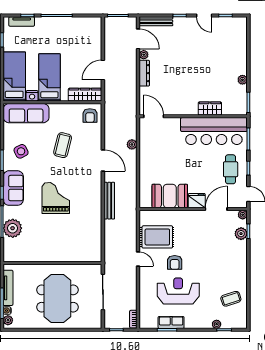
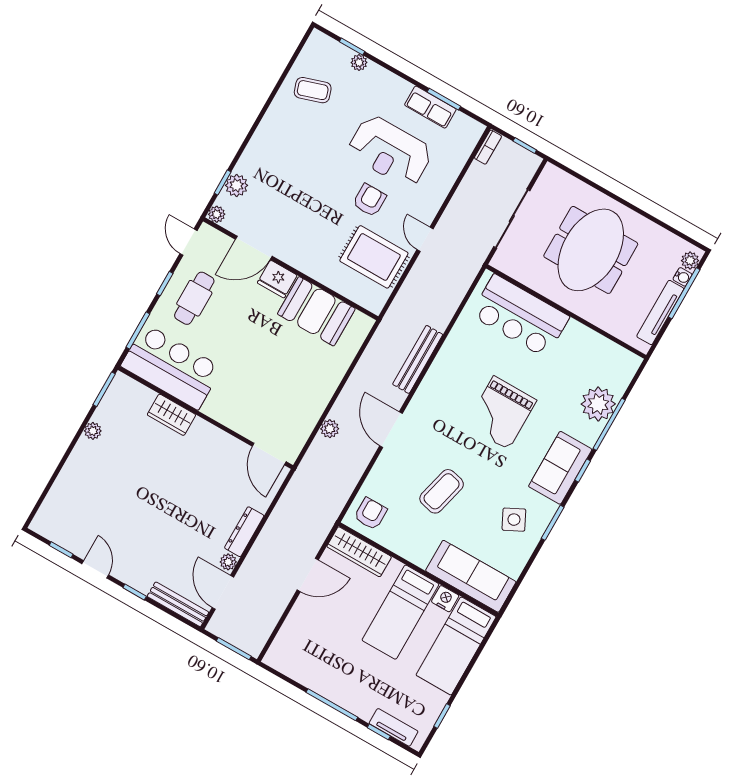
bar counter: (214, 131) -> (172, 367), width x0.73
bar counter: (73, 249) -> (520, 316), added

